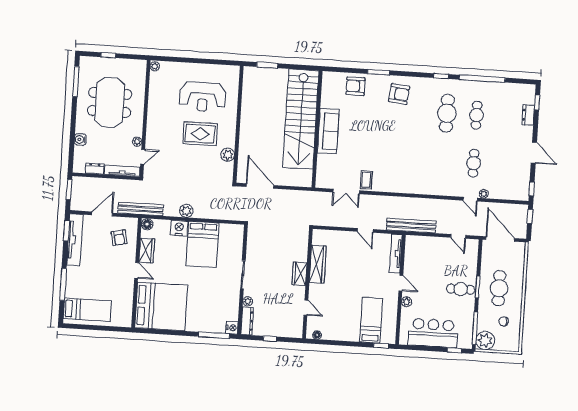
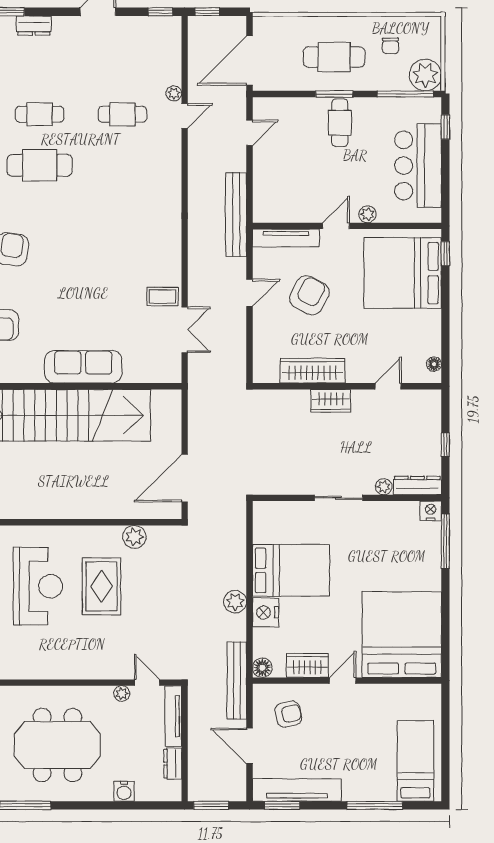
armchair: (362, 265) -> (309, 295), added
bed: (371, 320) -> (403, 273), width x2.04

